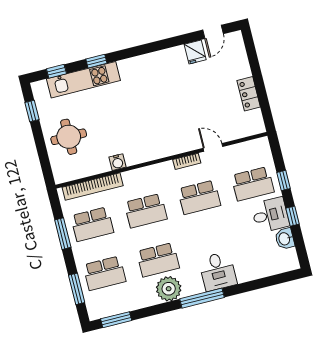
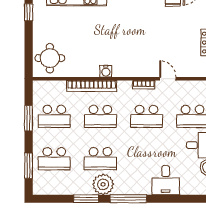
round table: (69, 137) -> (50, 58), moved
water cooler: (117, 162) -> (106, 71), moved
bookcase: (93, 187) -> (92, 86), moved
desk: (218, 271) -> (166, 180), moved
window: (116, 320) -> (86, 199), moved

